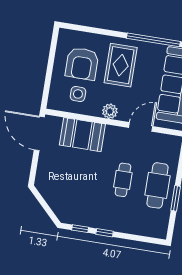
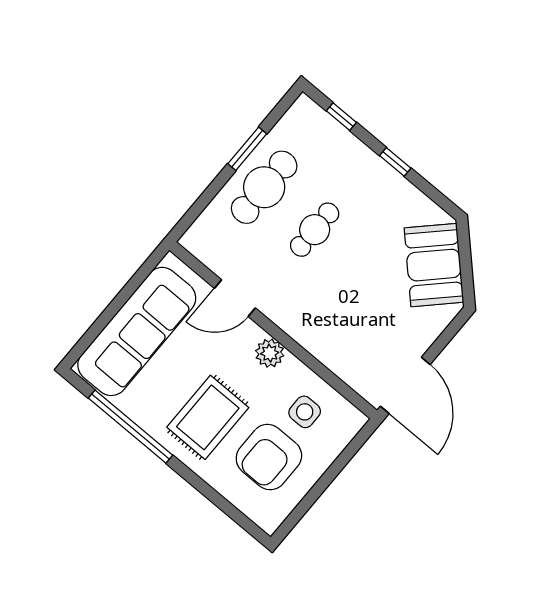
armchair: (82, 64) -> (269, 457), turned 180
booth: (82, 135) -> (434, 265), moved, turned 45
window: (80, 229) -> (341, 117), moved

